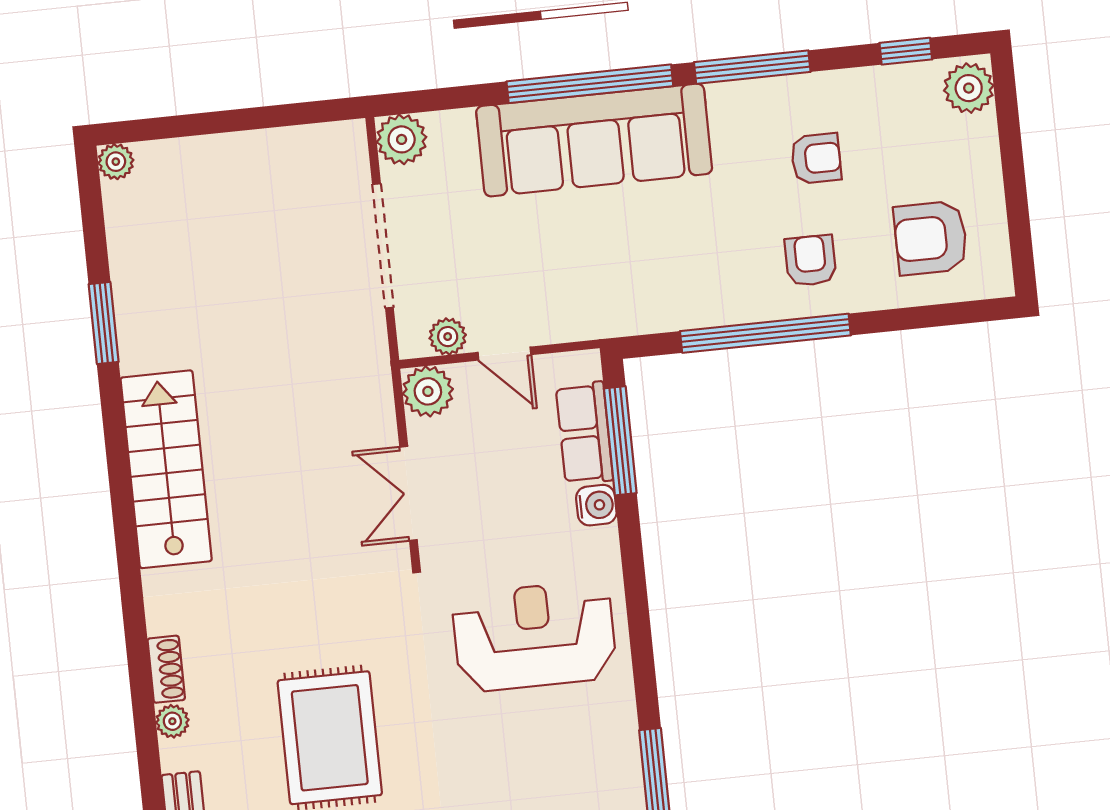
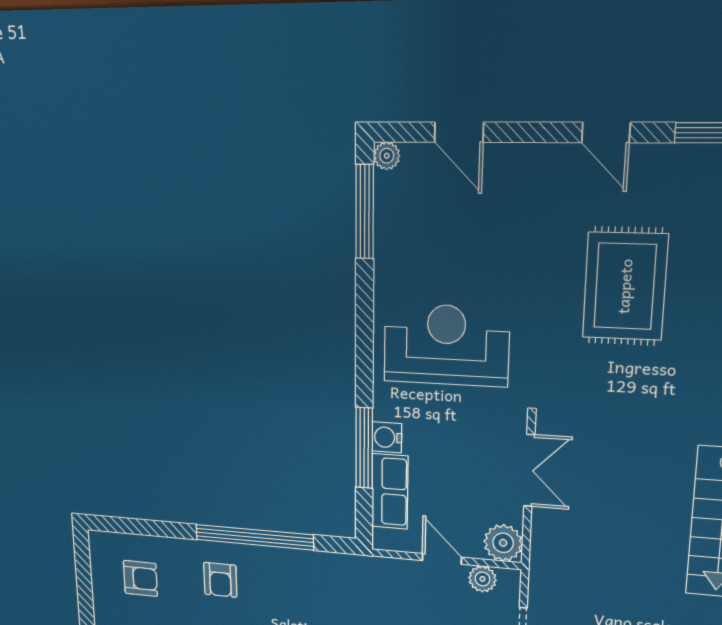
armchair: (931, 238) -> (140, 578), width x0.72, depth x0.72
window: (620, 441) -> (364, 448), moved
reception desk: (534, 636) -> (446, 345), turned 180

